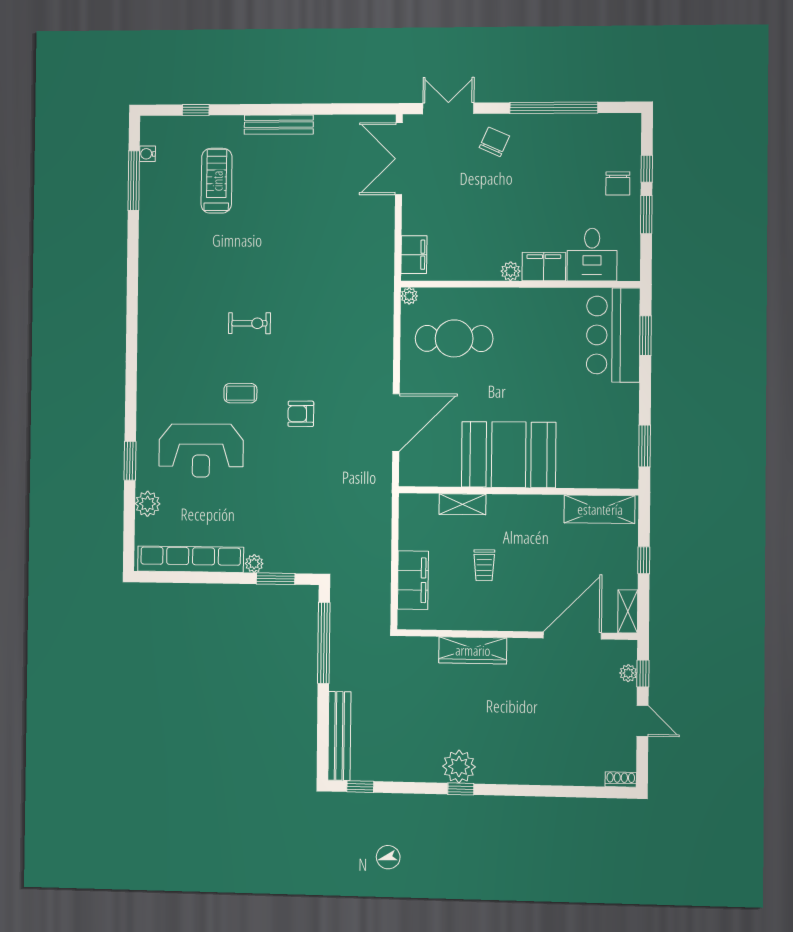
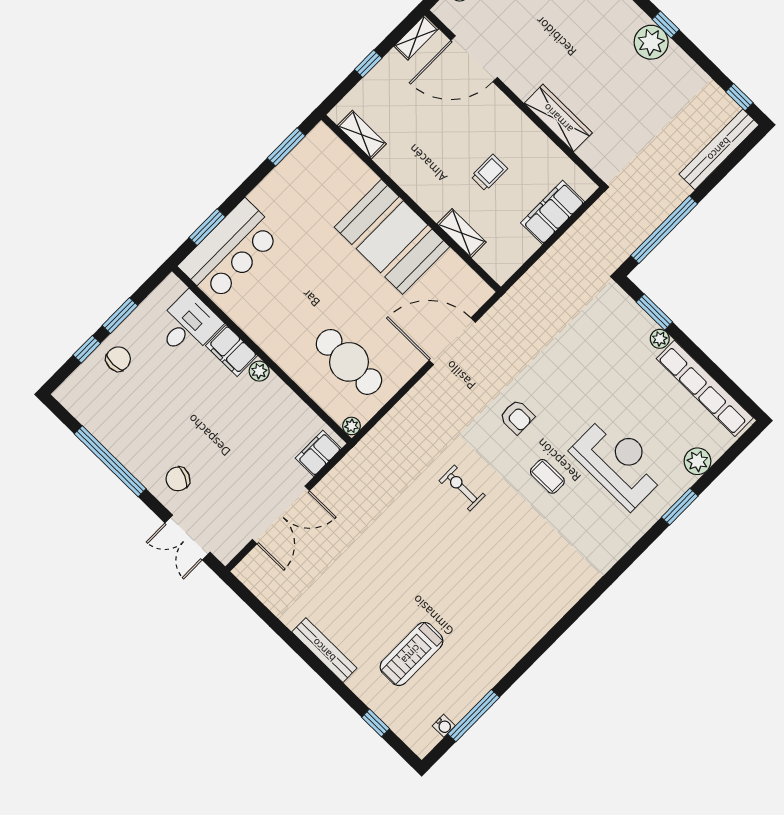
double door: (399, 159) -> (281, 515), moved
exercise bike: (249, 323) -> (462, 488), moved
shelving: (600, 509) -> (362, 135), width x0.67, depth x0.75

